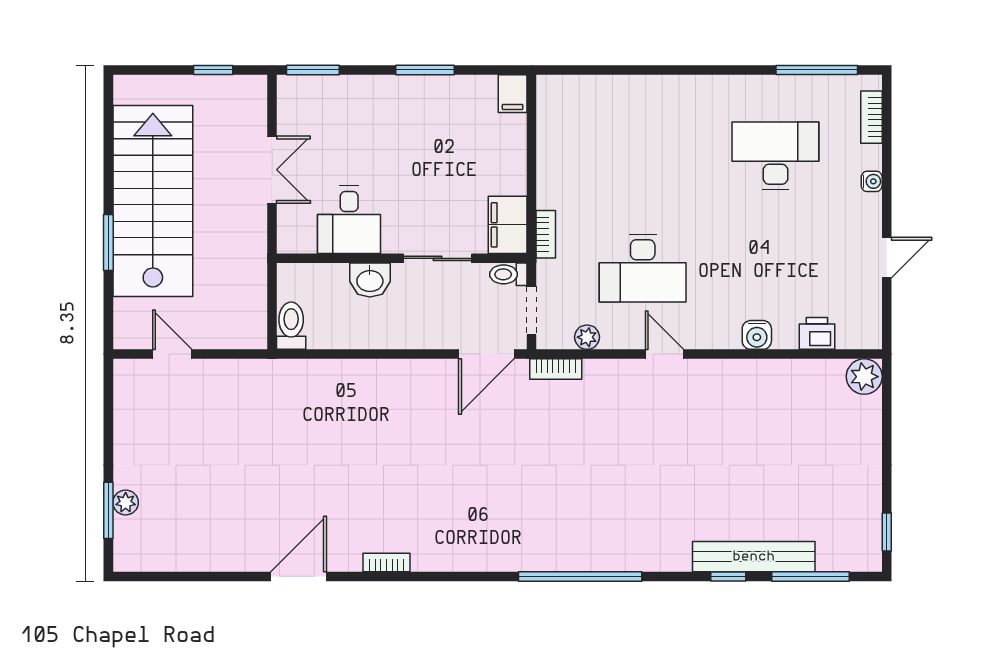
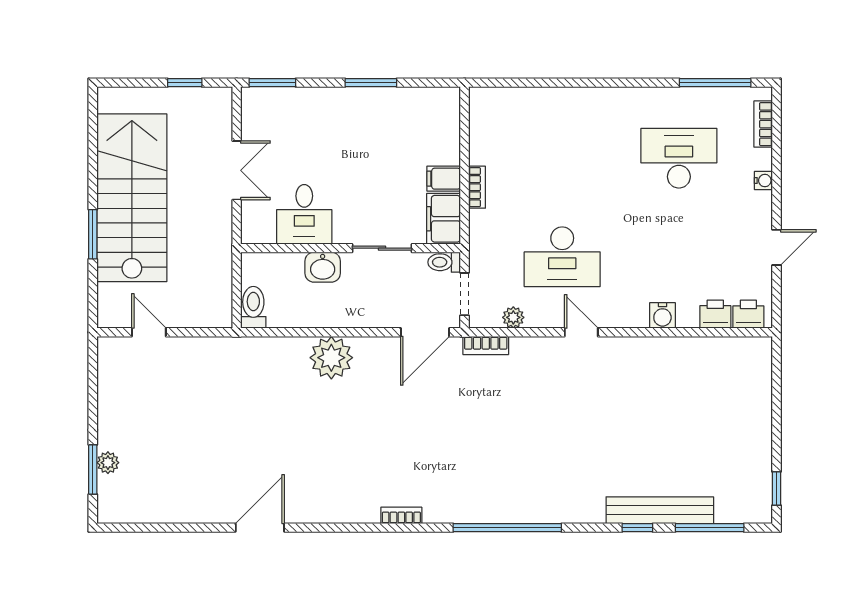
filing cabinet: (513, 94) -> (444, 179), moved, turned 90
bookcase: (546, 234) -> (477, 187), moved
printer: (855, 333) -> (748, 314), added
plant: (864, 377) -> (331, 358), moved, width x1.36, depth x1.36
bookcase: (386, 562) -> (401, 515), moved

